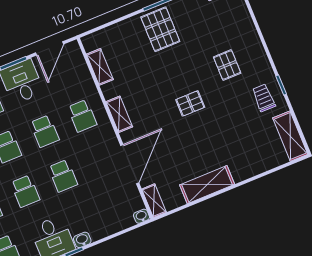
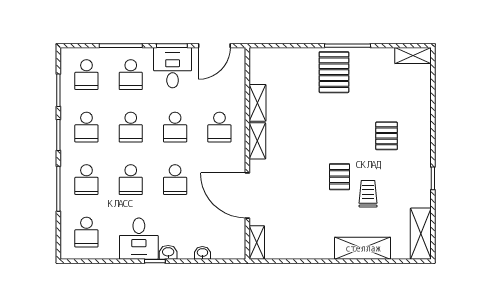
shelving: (100, 67) -> (257, 103), moved
trolley: (264, 98) -> (368, 194), moved
pallet: (190, 103) -> (339, 177), moved, turned 90
door: (130, 164) -> (247, 195), swing flipped
shelving: (207, 185) -> (363, 248), moved
washbasin: (142, 216) -> (202, 253), moved

